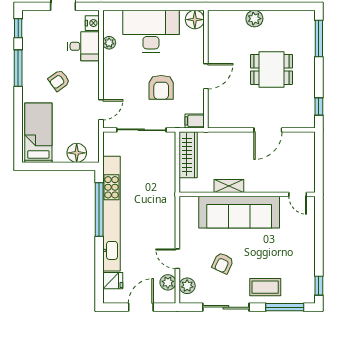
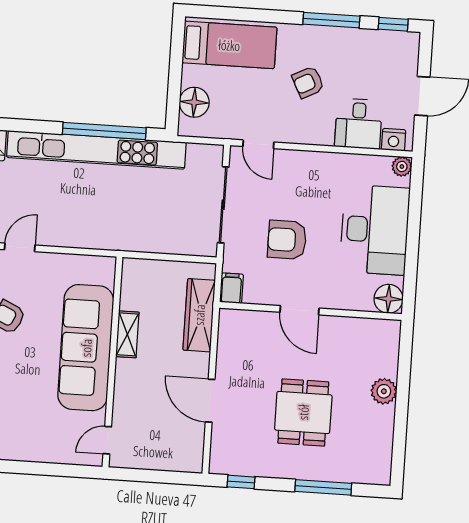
window: (319, 38) -> (323, 487), moved
plant: (109, 43) -> (402, 167), moved
armchair: (59, 80) -> (308, 82), turned -81
wardrobe: (188, 155) -> (199, 315), moved, turned 90

